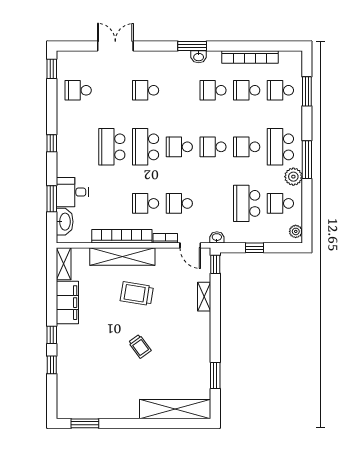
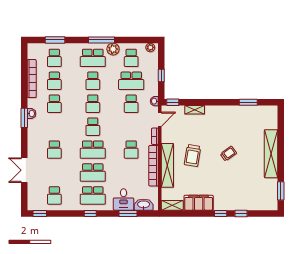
school desk: (78, 147) -> (93, 195), added
school desk: (179, 203) -> (131, 104), moved
shelving: (175, 409) -> (271, 154), moved

